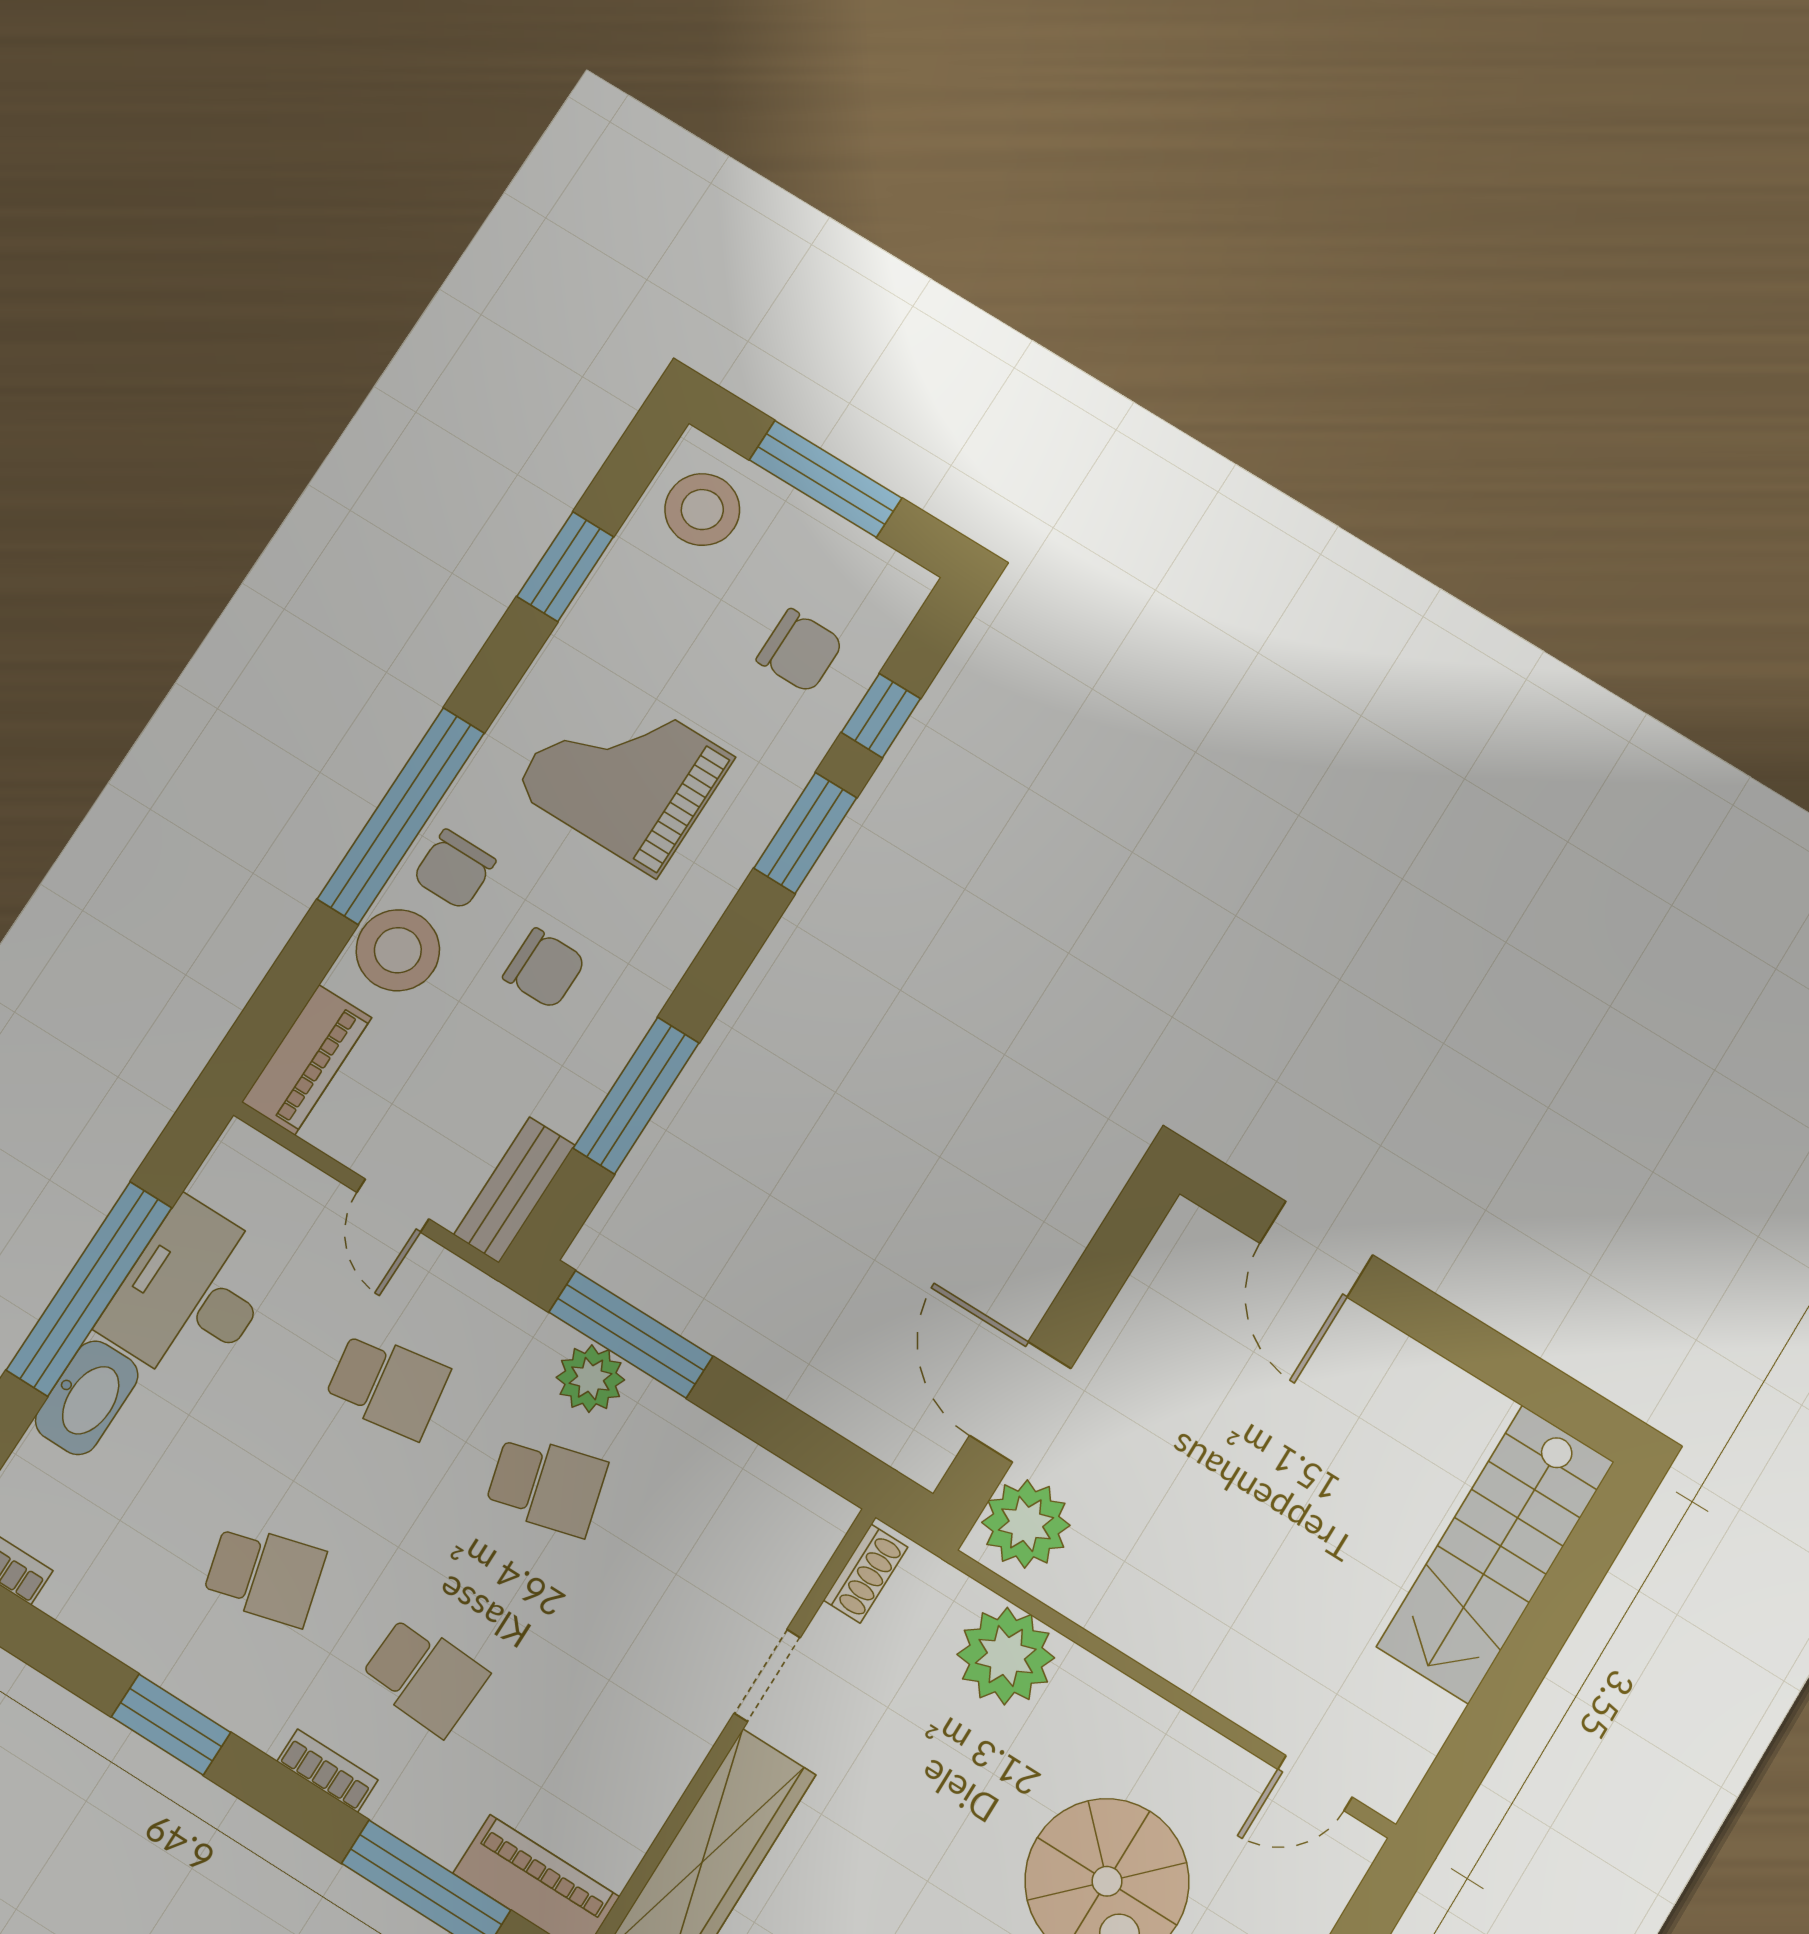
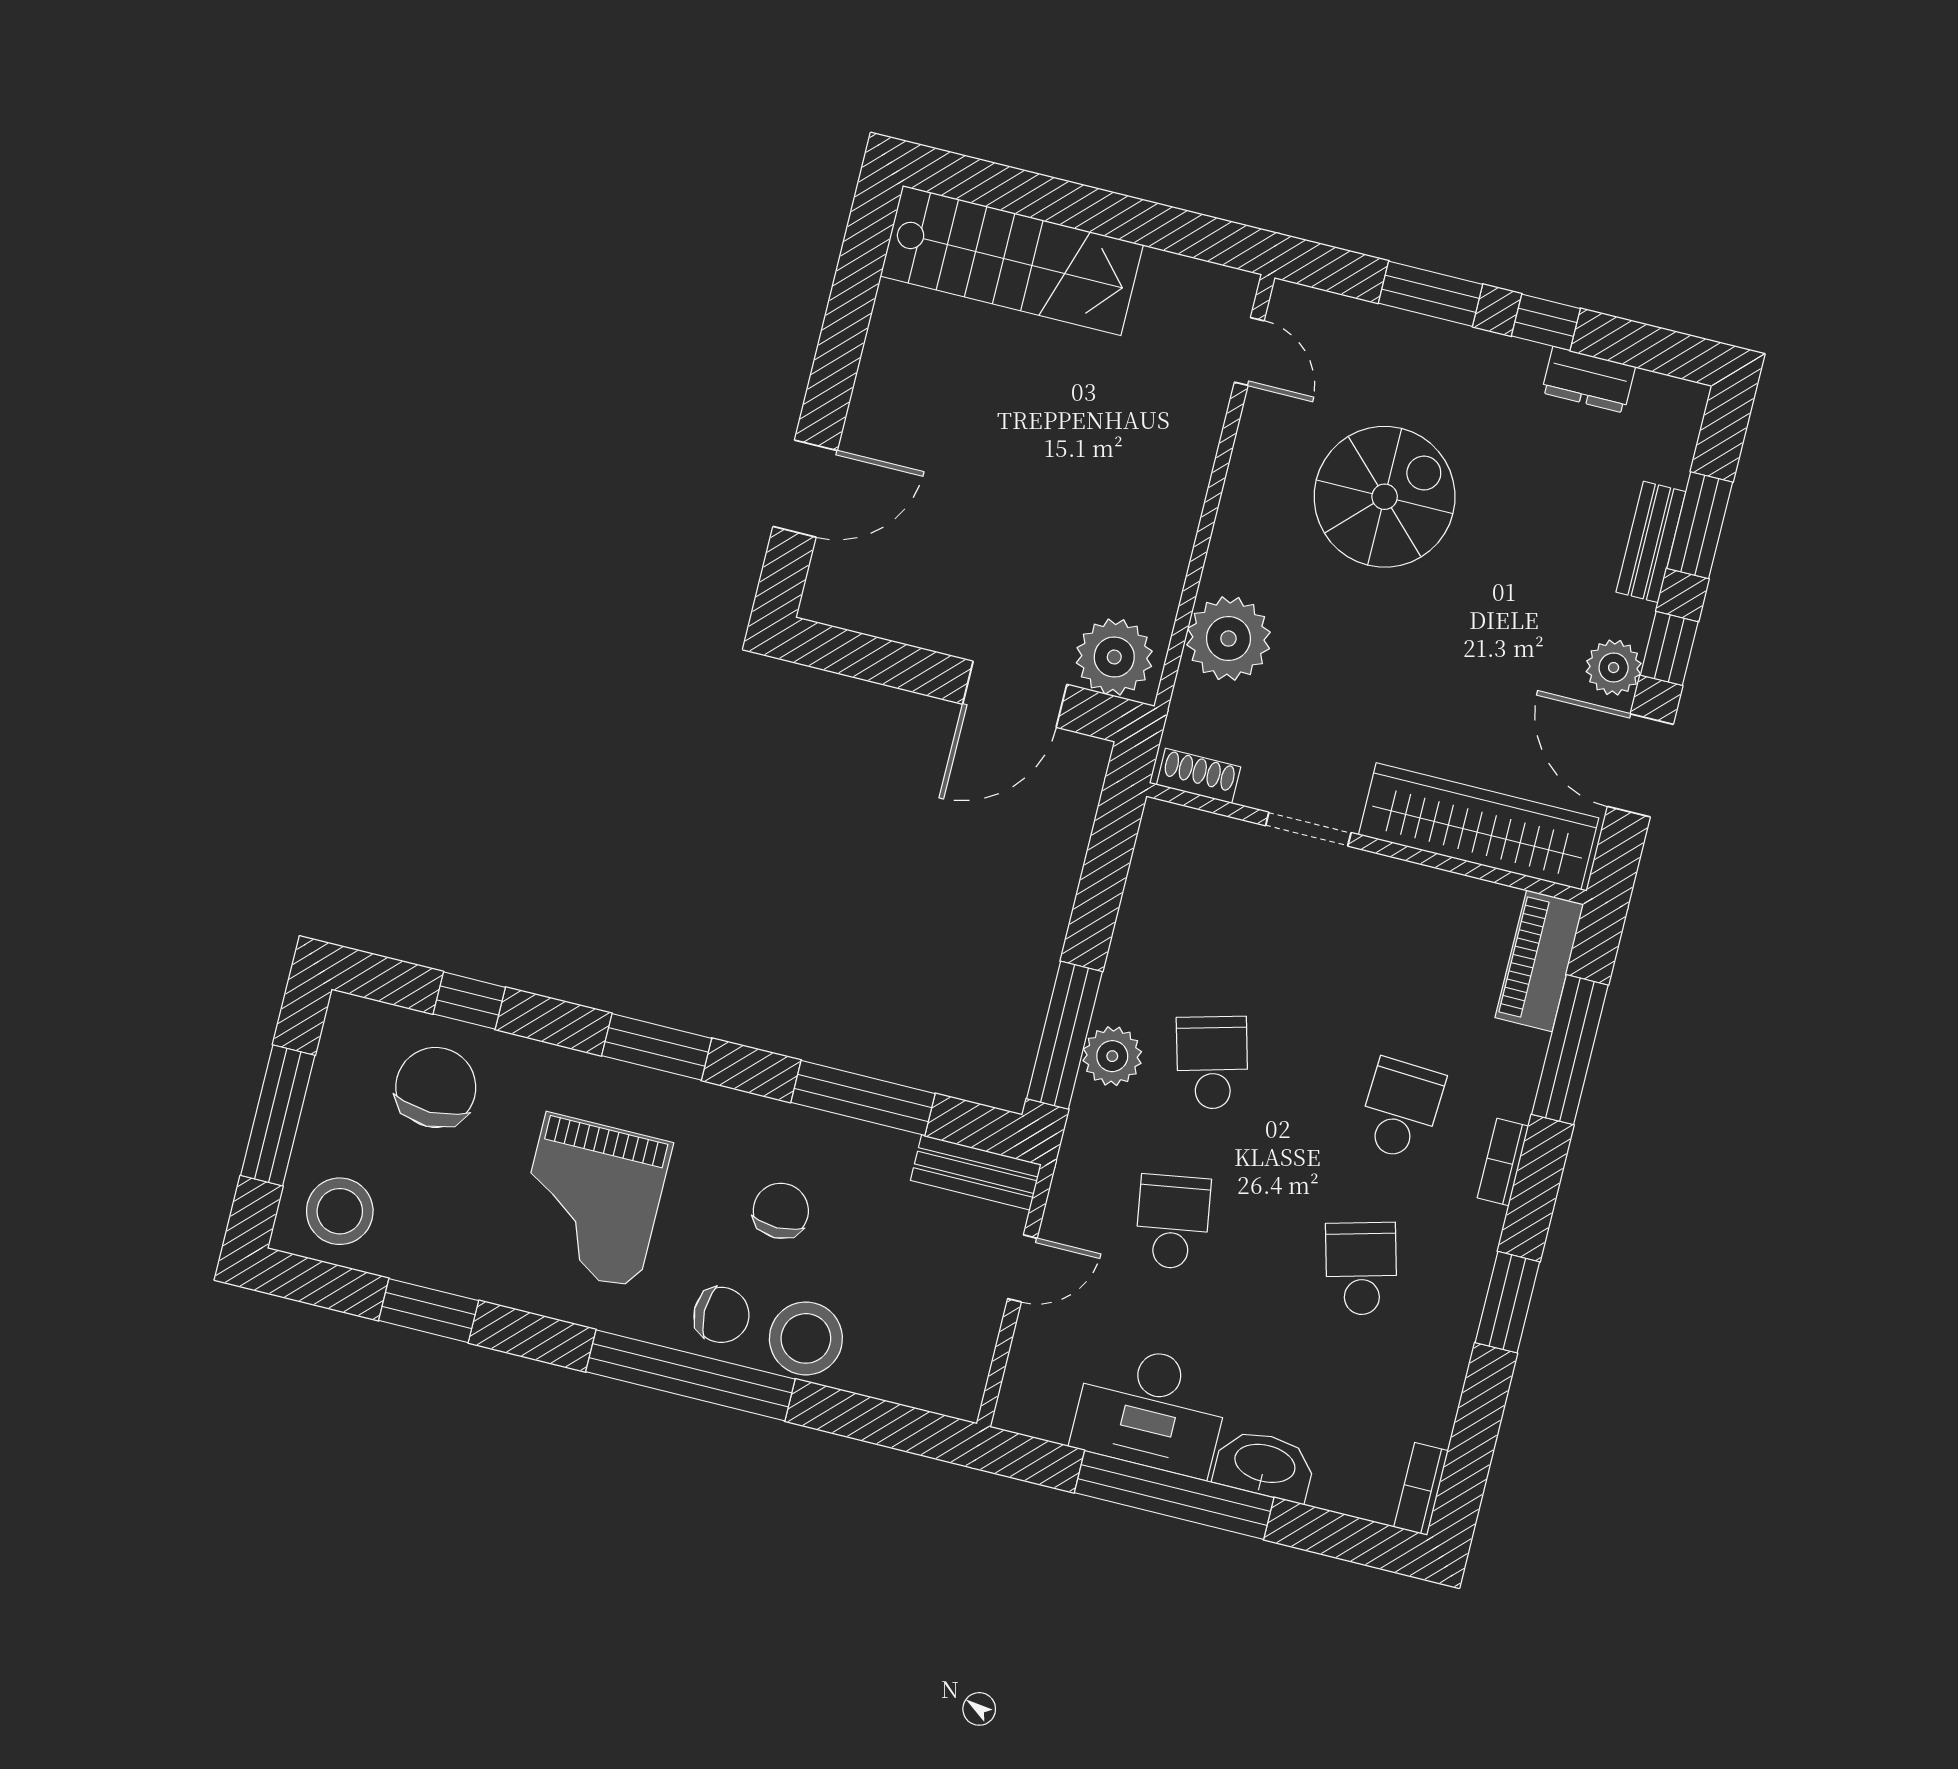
chair: (800, 651) -> (436, 1087), width x1.37, depth x1.37
window: (805, 833) -> (657, 1047), moved
piano: (307, 1060) -> (924, 1382), removed

